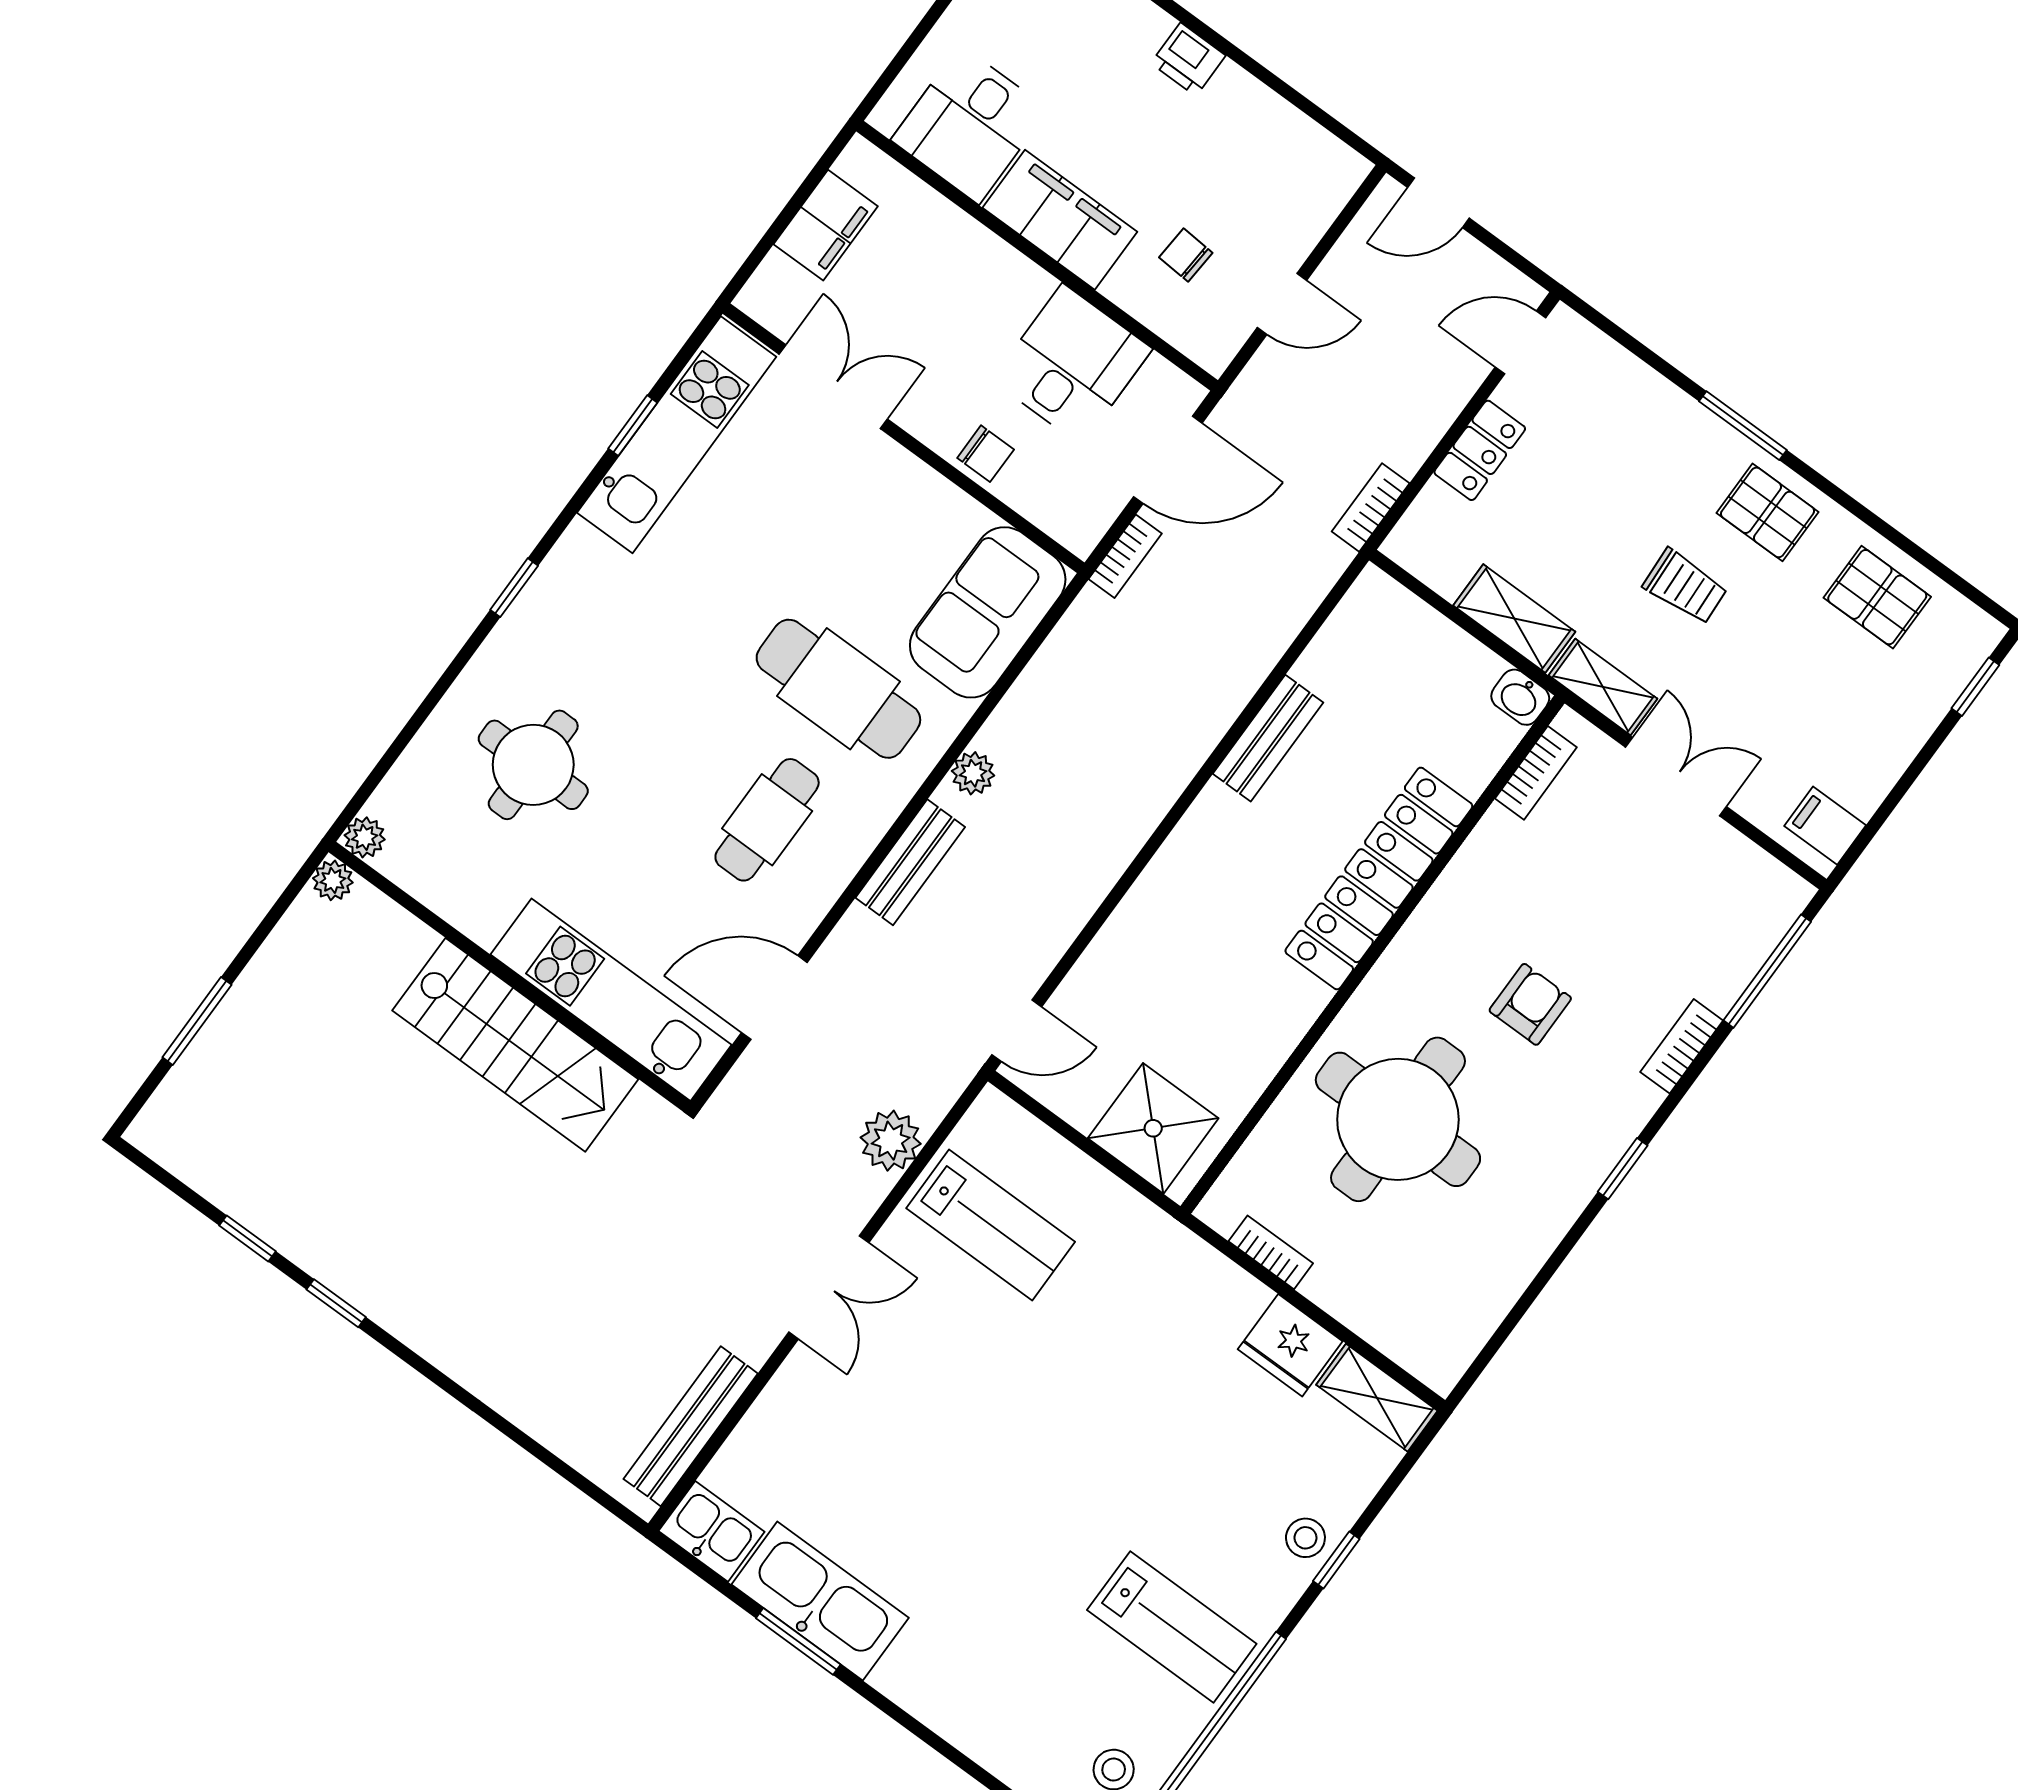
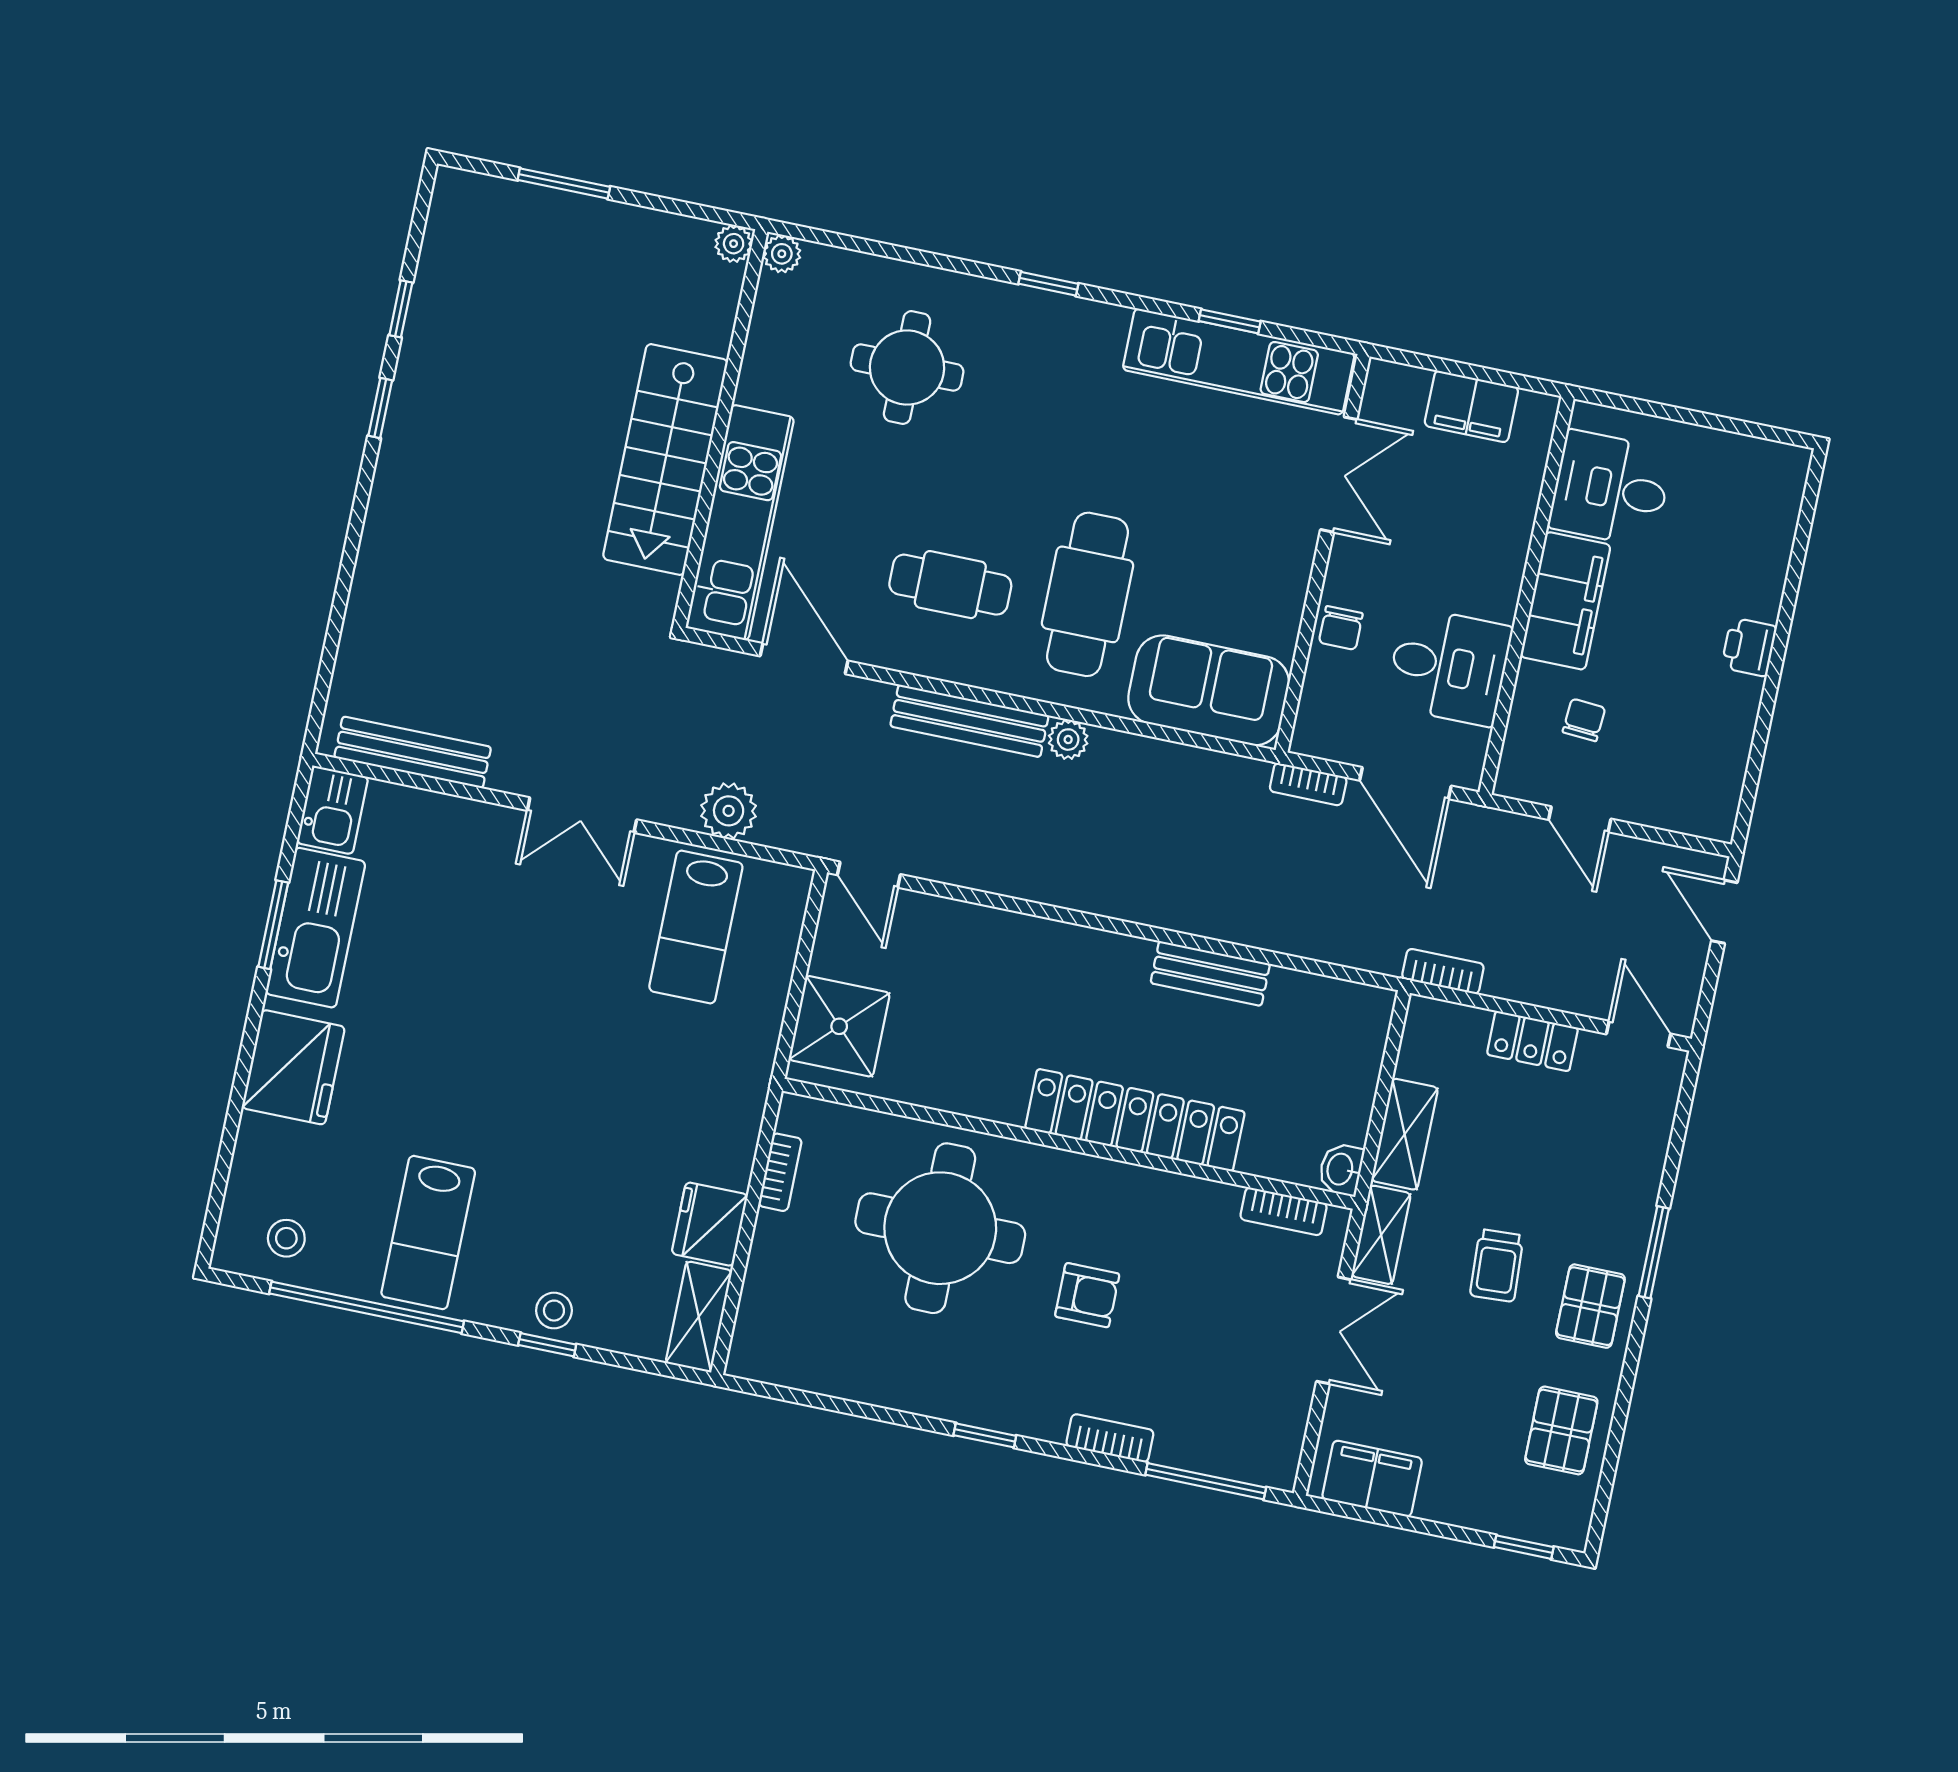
filing cabinet: (1825, 826) -> (1372, 1479), width x2.00
bench: (910, 862) -> (969, 721), width x1.36
fridge: (948, 1686) -> (293, 1067), added

